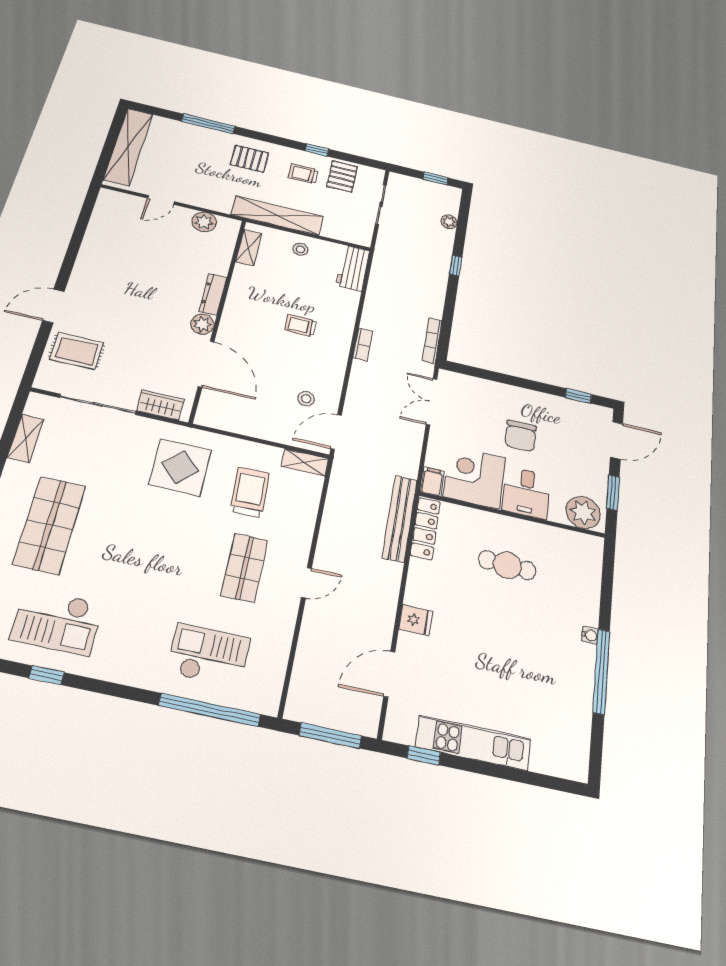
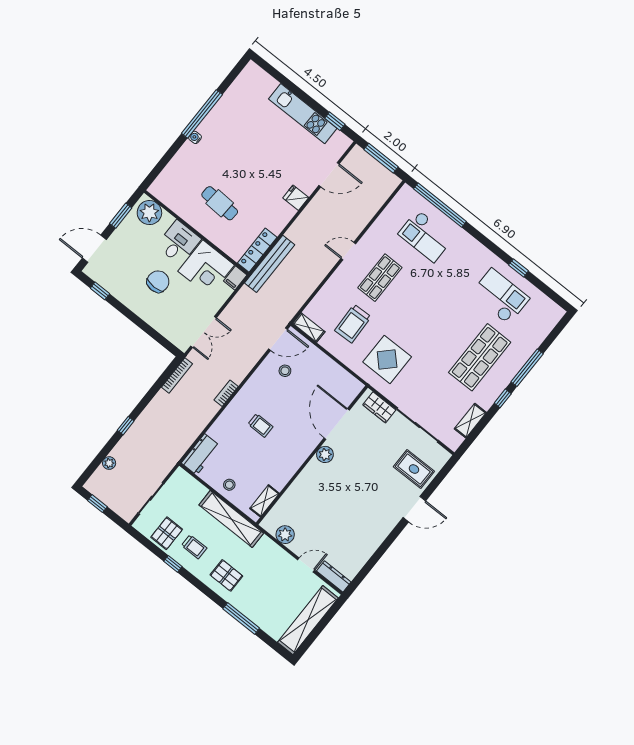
dresser: (213, 294) -> (334, 576), moved, turned -90

